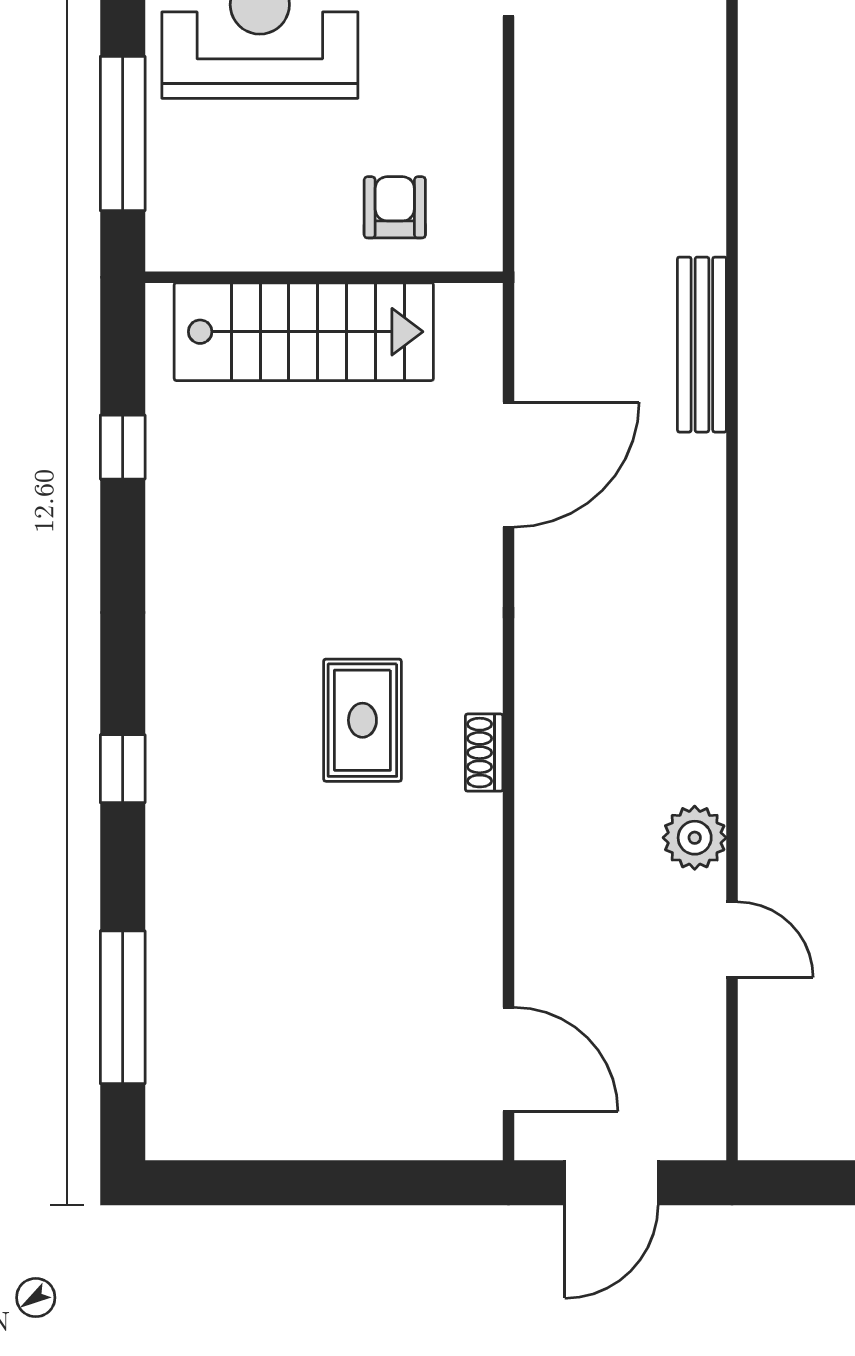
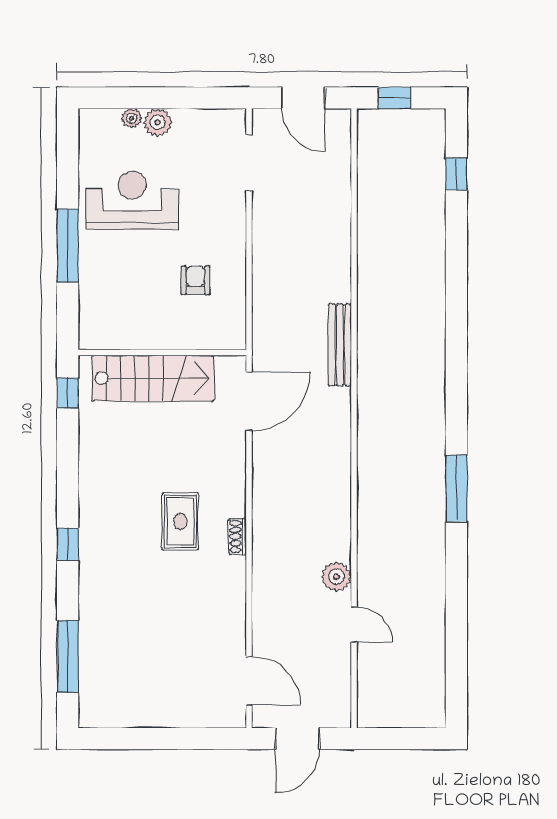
wall: (324, 277) -> (162, 353), moved
stairs: (304, 332) -> (153, 378), moved

